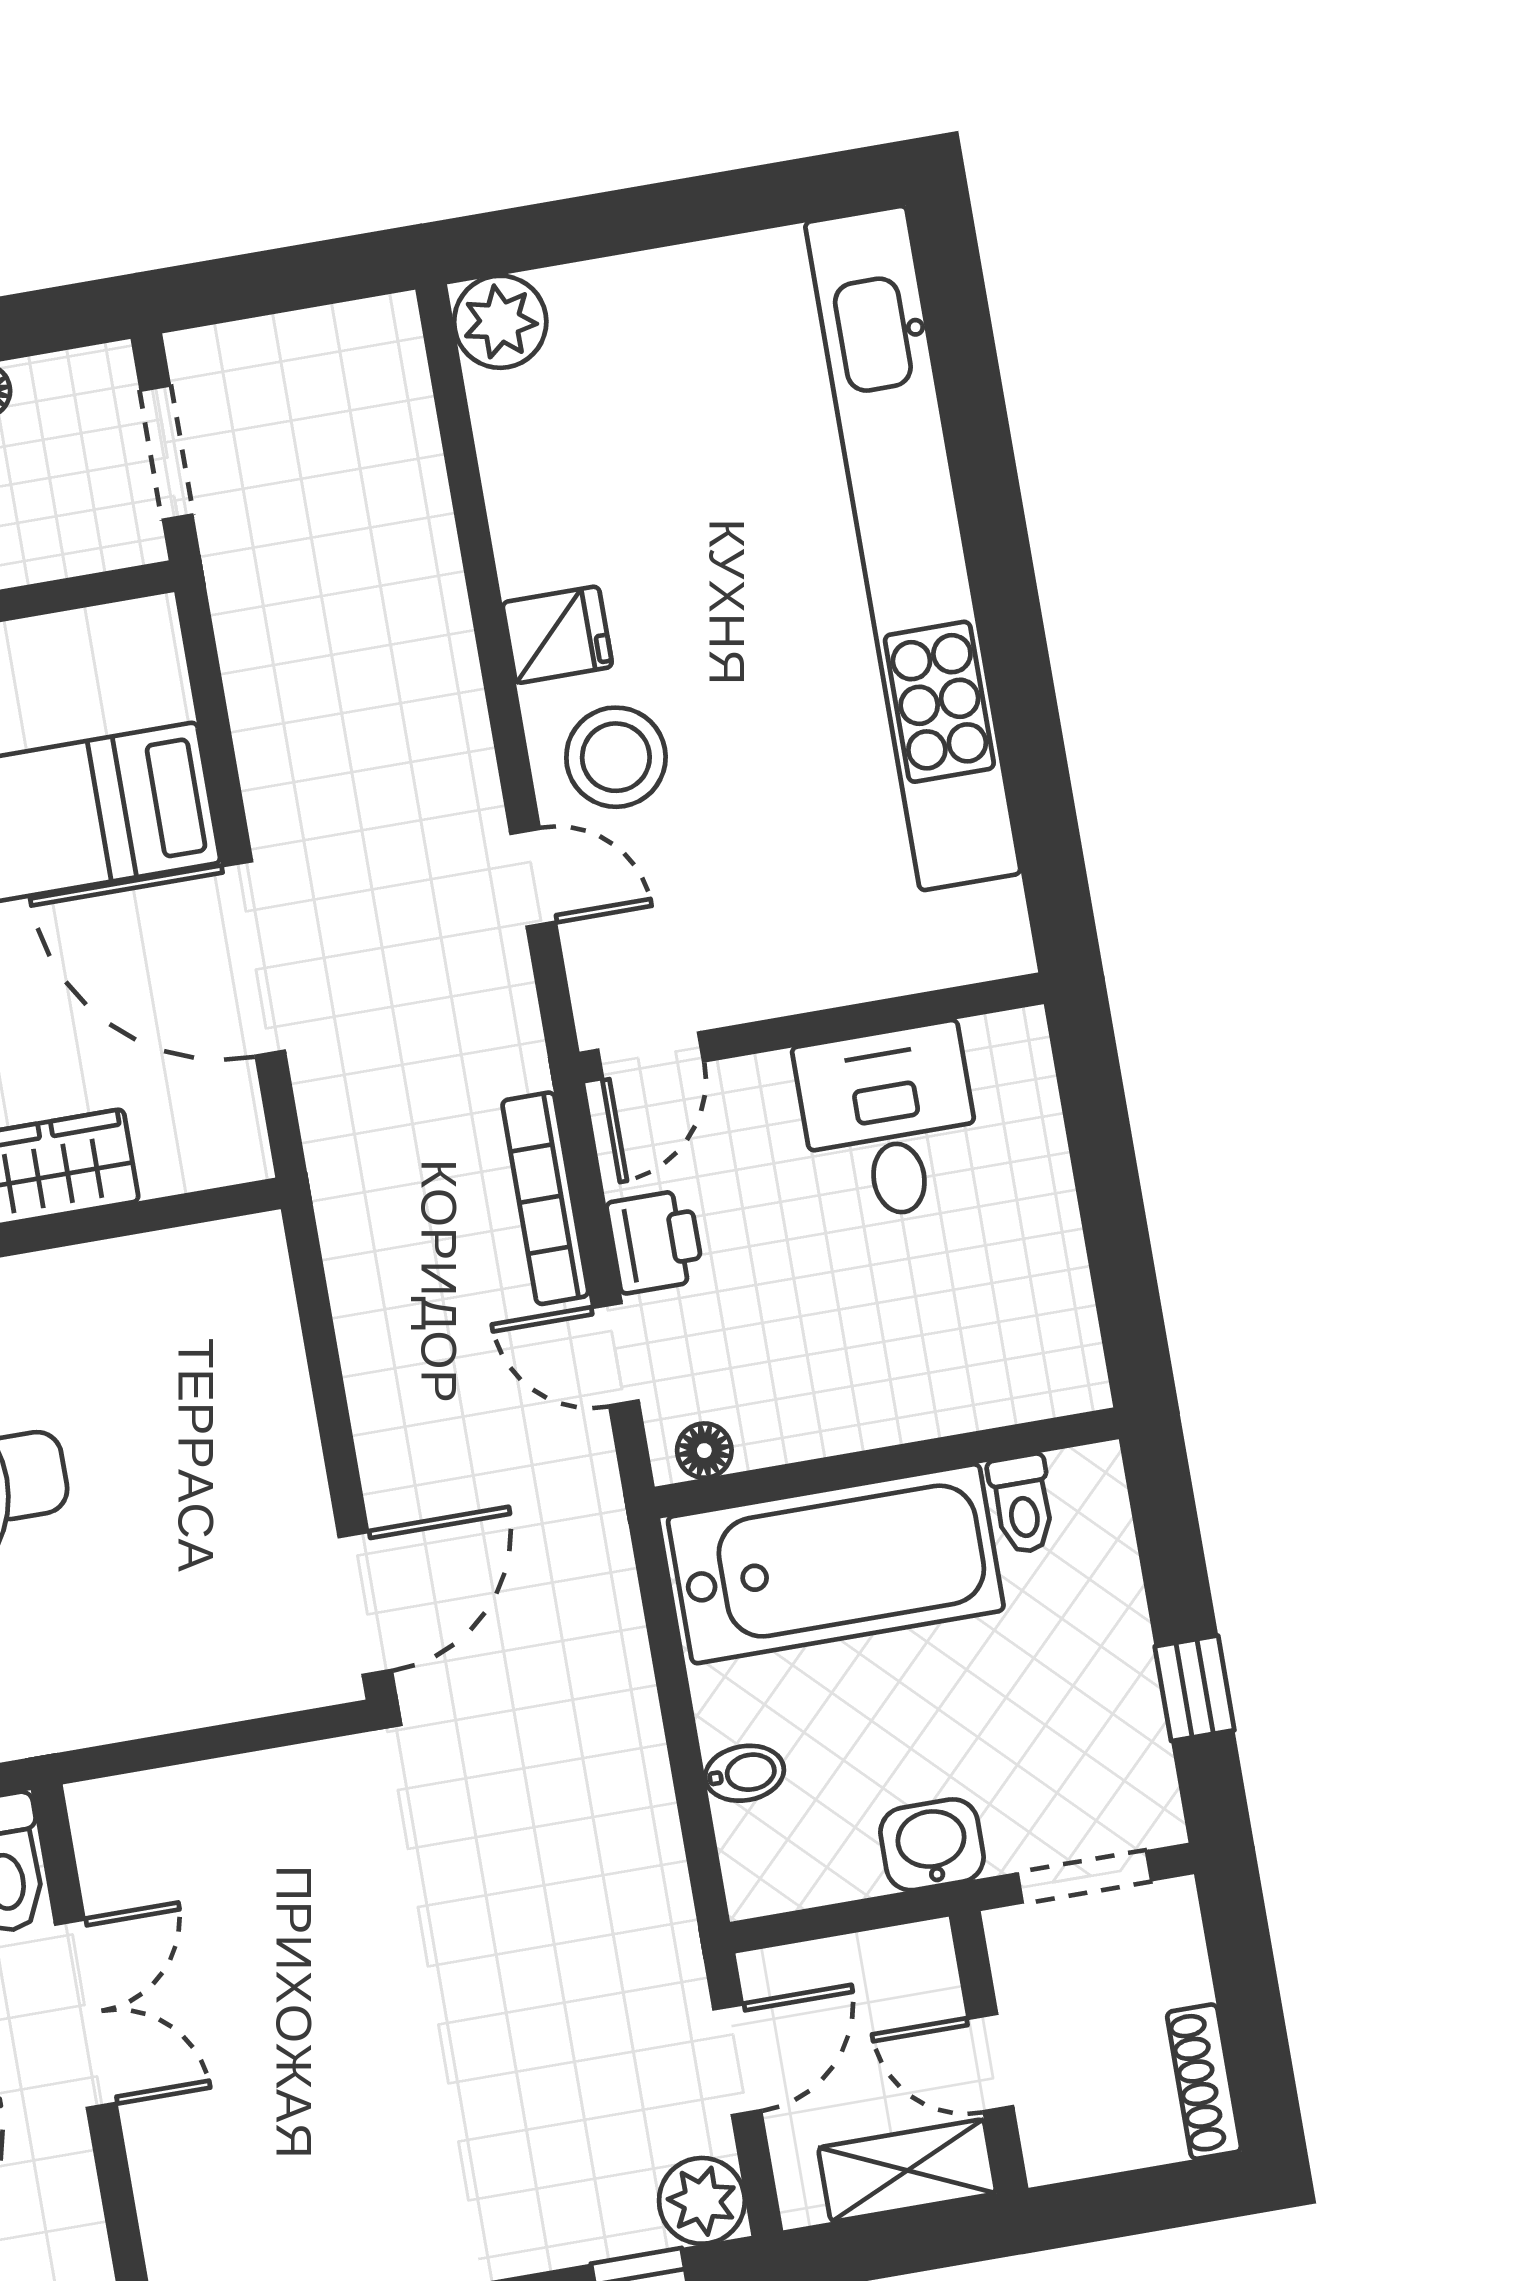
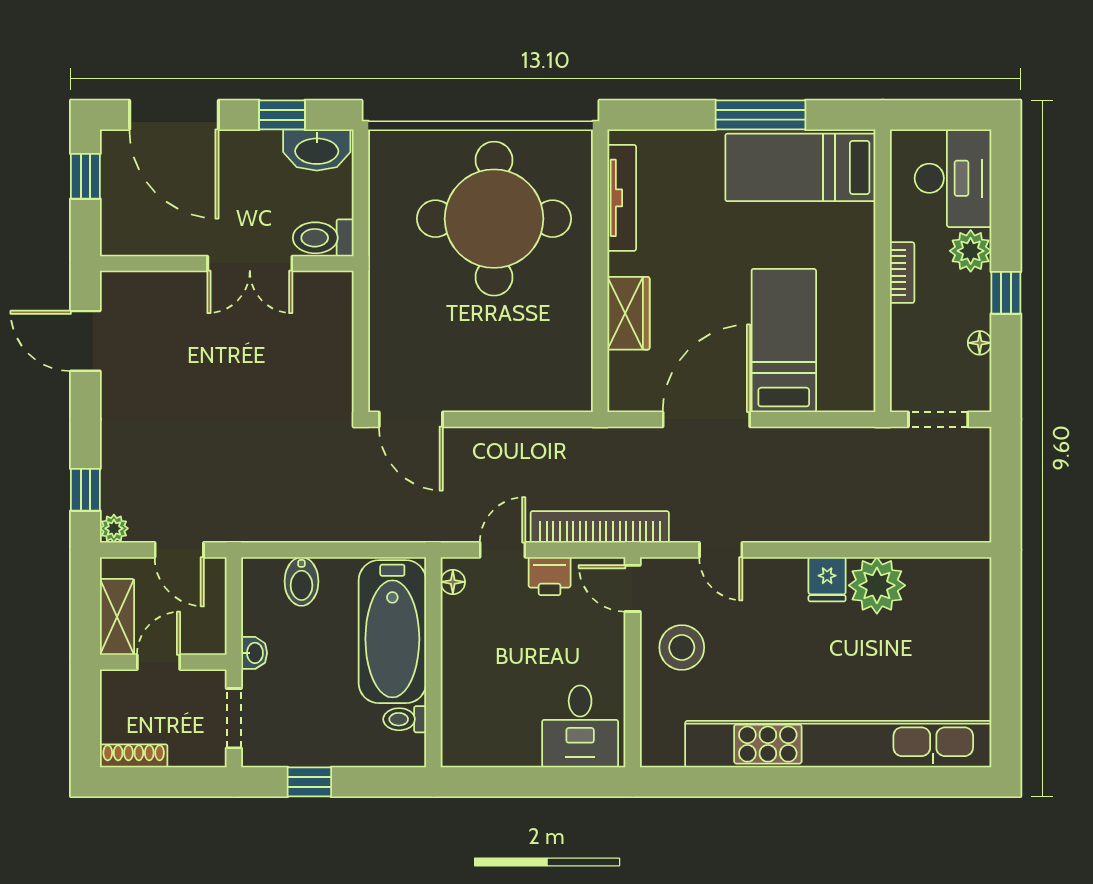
plant: (500, 322) -> (877, 585), moved, width x1.36, depth x1.36
stool: (616, 757) -> (682, 647), moved
door: (533, 878) -> (721, 550), hinge flipped
desk: (889, 1123) -> (580, 726), moved, turned 90
bookcase: (545, 1198) -> (600, 527), width x1.48, depth x1.31
bidet: (744, 1773) -> (302, 581), width x1.38, depth x1.36
washbasin: (932, 1845) -> (254, 653), width x0.72, depth x0.69
plant: (702, 2201) -> (114, 528), width x0.73, depth x0.73

